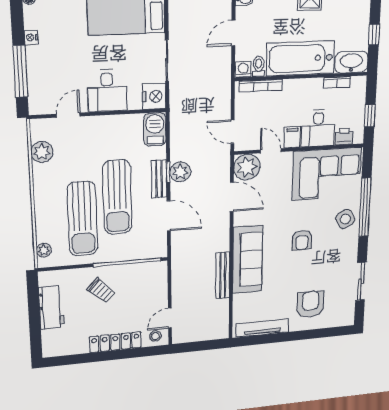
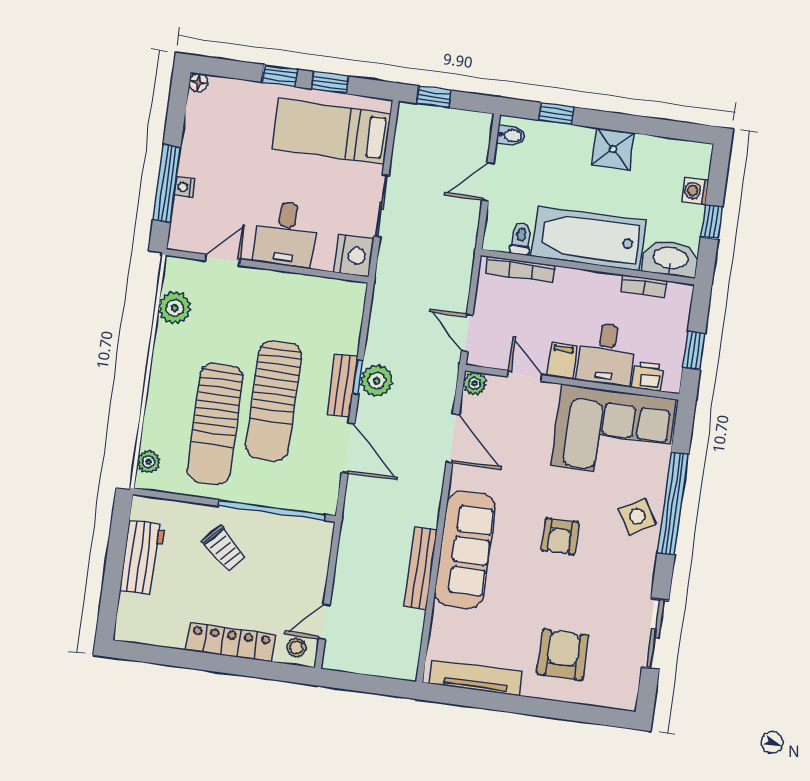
nightstand: (31, 37) -> (184, 187), moved
washing machine: (243, 69) -> (695, 191), moved, turned -90
barbecue: (155, 129) -> (348, 306), removed
plant: (247, 167) -> (475, 383), width x0.53, depth x0.53

